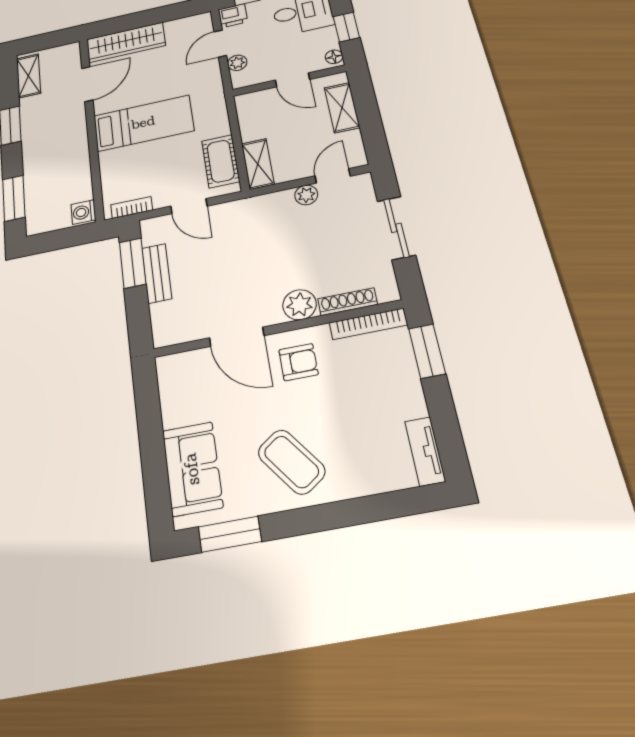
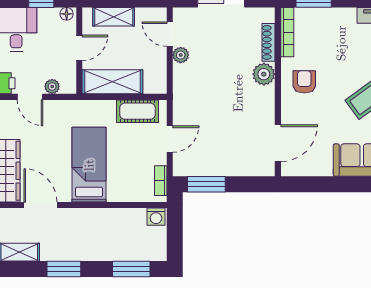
shelving: (258, 164) -> (112, 82), moved, width x1.50, depth x1.33
bench: (157, 273) -> (218, 168), removed
door: (237, 337) -> (278, 143), moved

